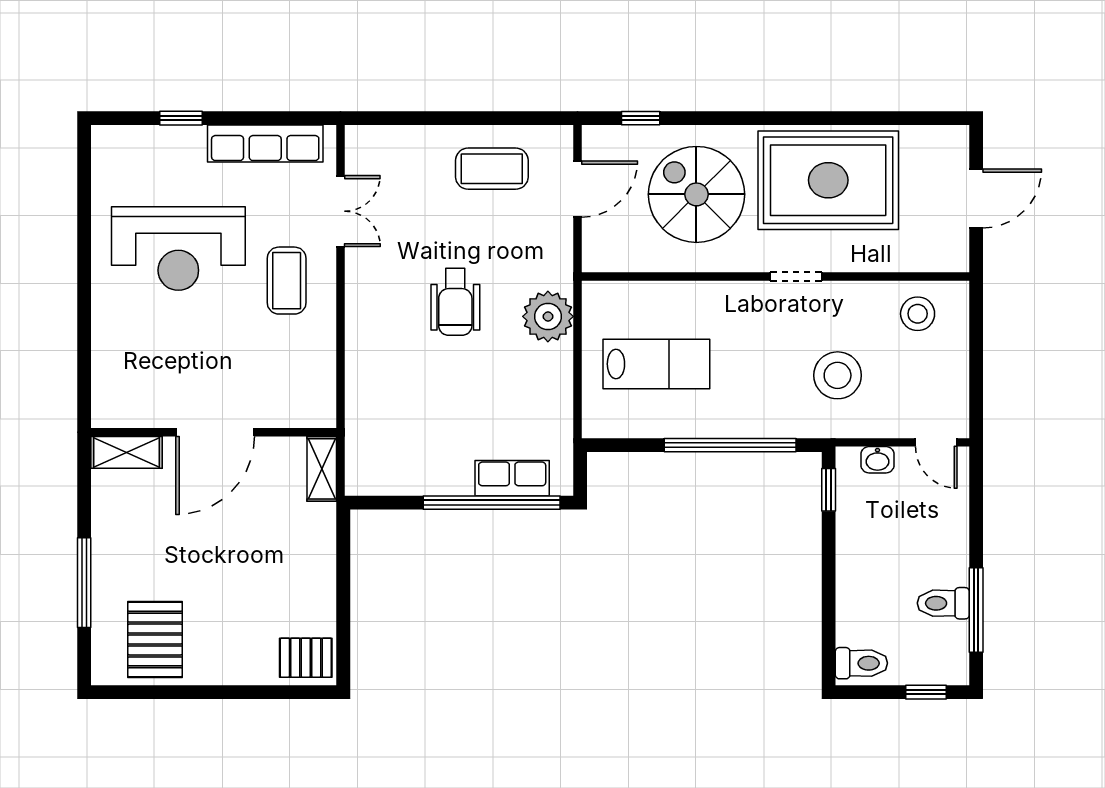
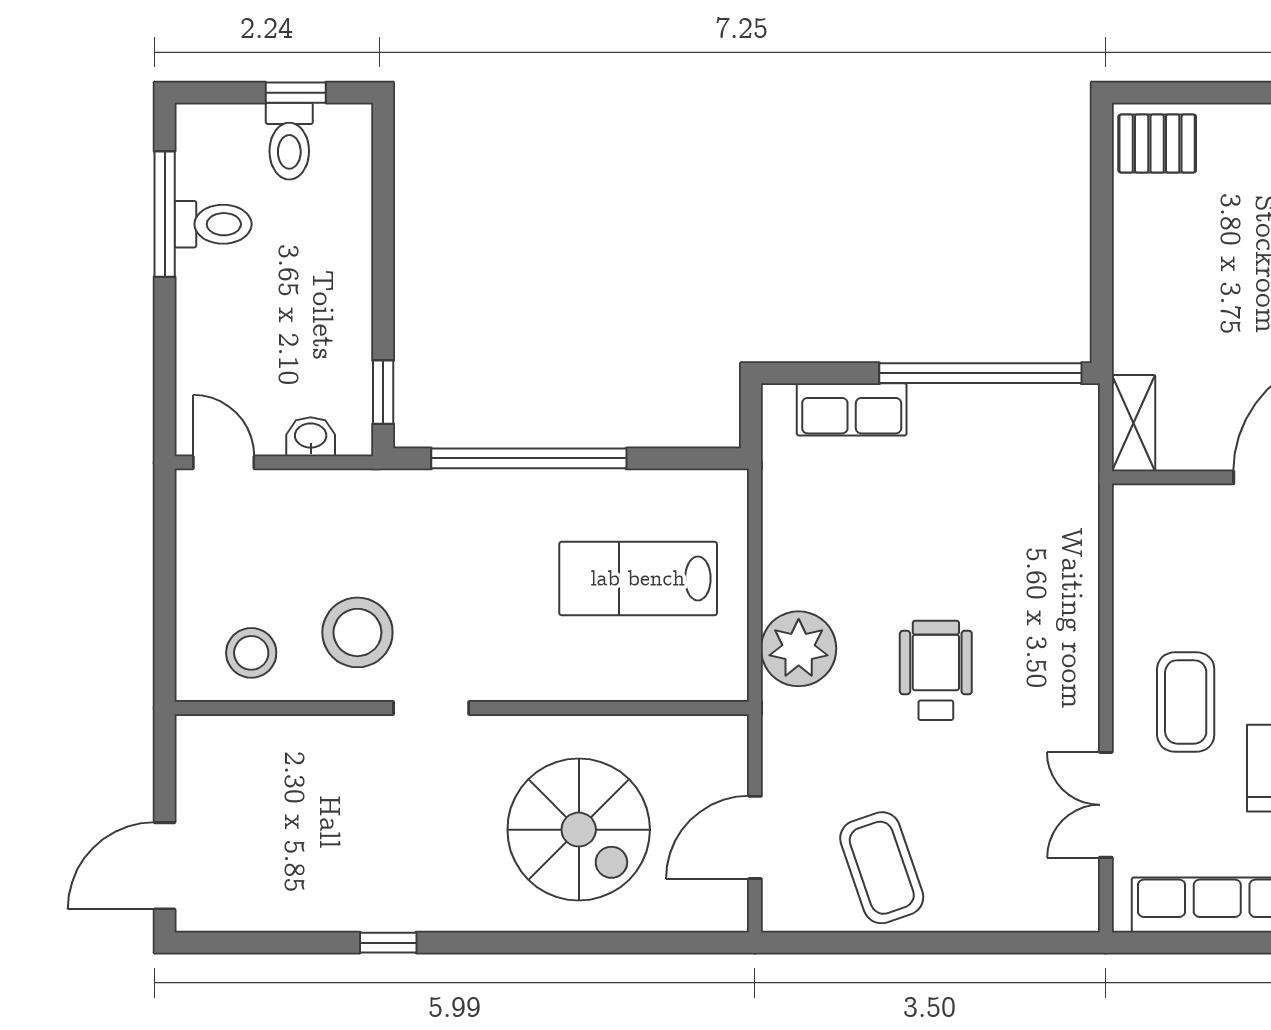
window: (641, 118) -> (388, 943), moved
coffee table: (492, 169) -> (882, 868), turned 71
rug: (828, 180) -> (384, 851), removed
door: (976, 198) -> (165, 866), moved
stool: (838, 375) -> (357, 632), moved
window: (492, 503) -> (980, 373), moved
toilet: (861, 663) -> (289, 141), moved, turned -90
window: (926, 692) -> (296, 93), moved

